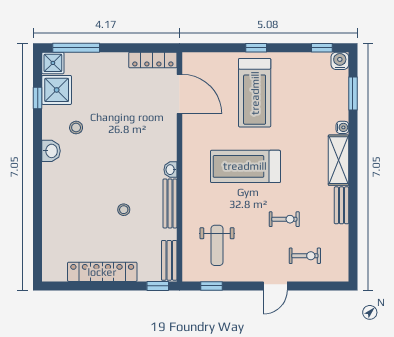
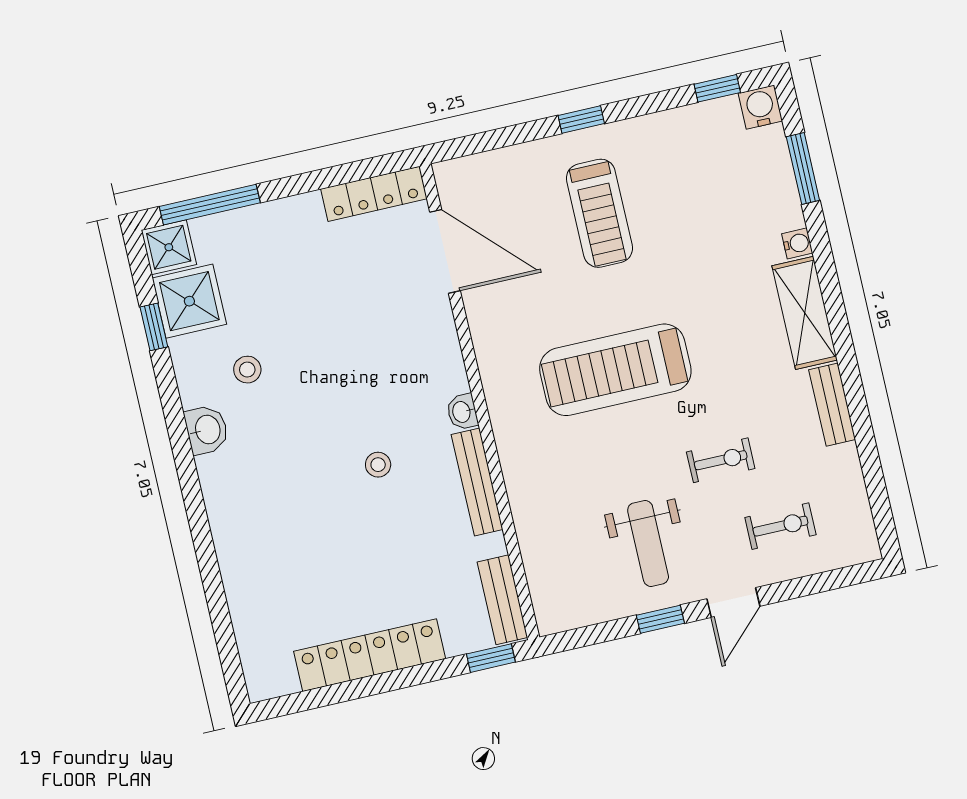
treadmill: (255, 93) -> (599, 213), width x0.73, depth x0.73
stool: (124, 210) -> (378, 465), moved
weight bench: (217, 245) -> (648, 543), moved
window: (211, 286) -> (660, 619), moved

